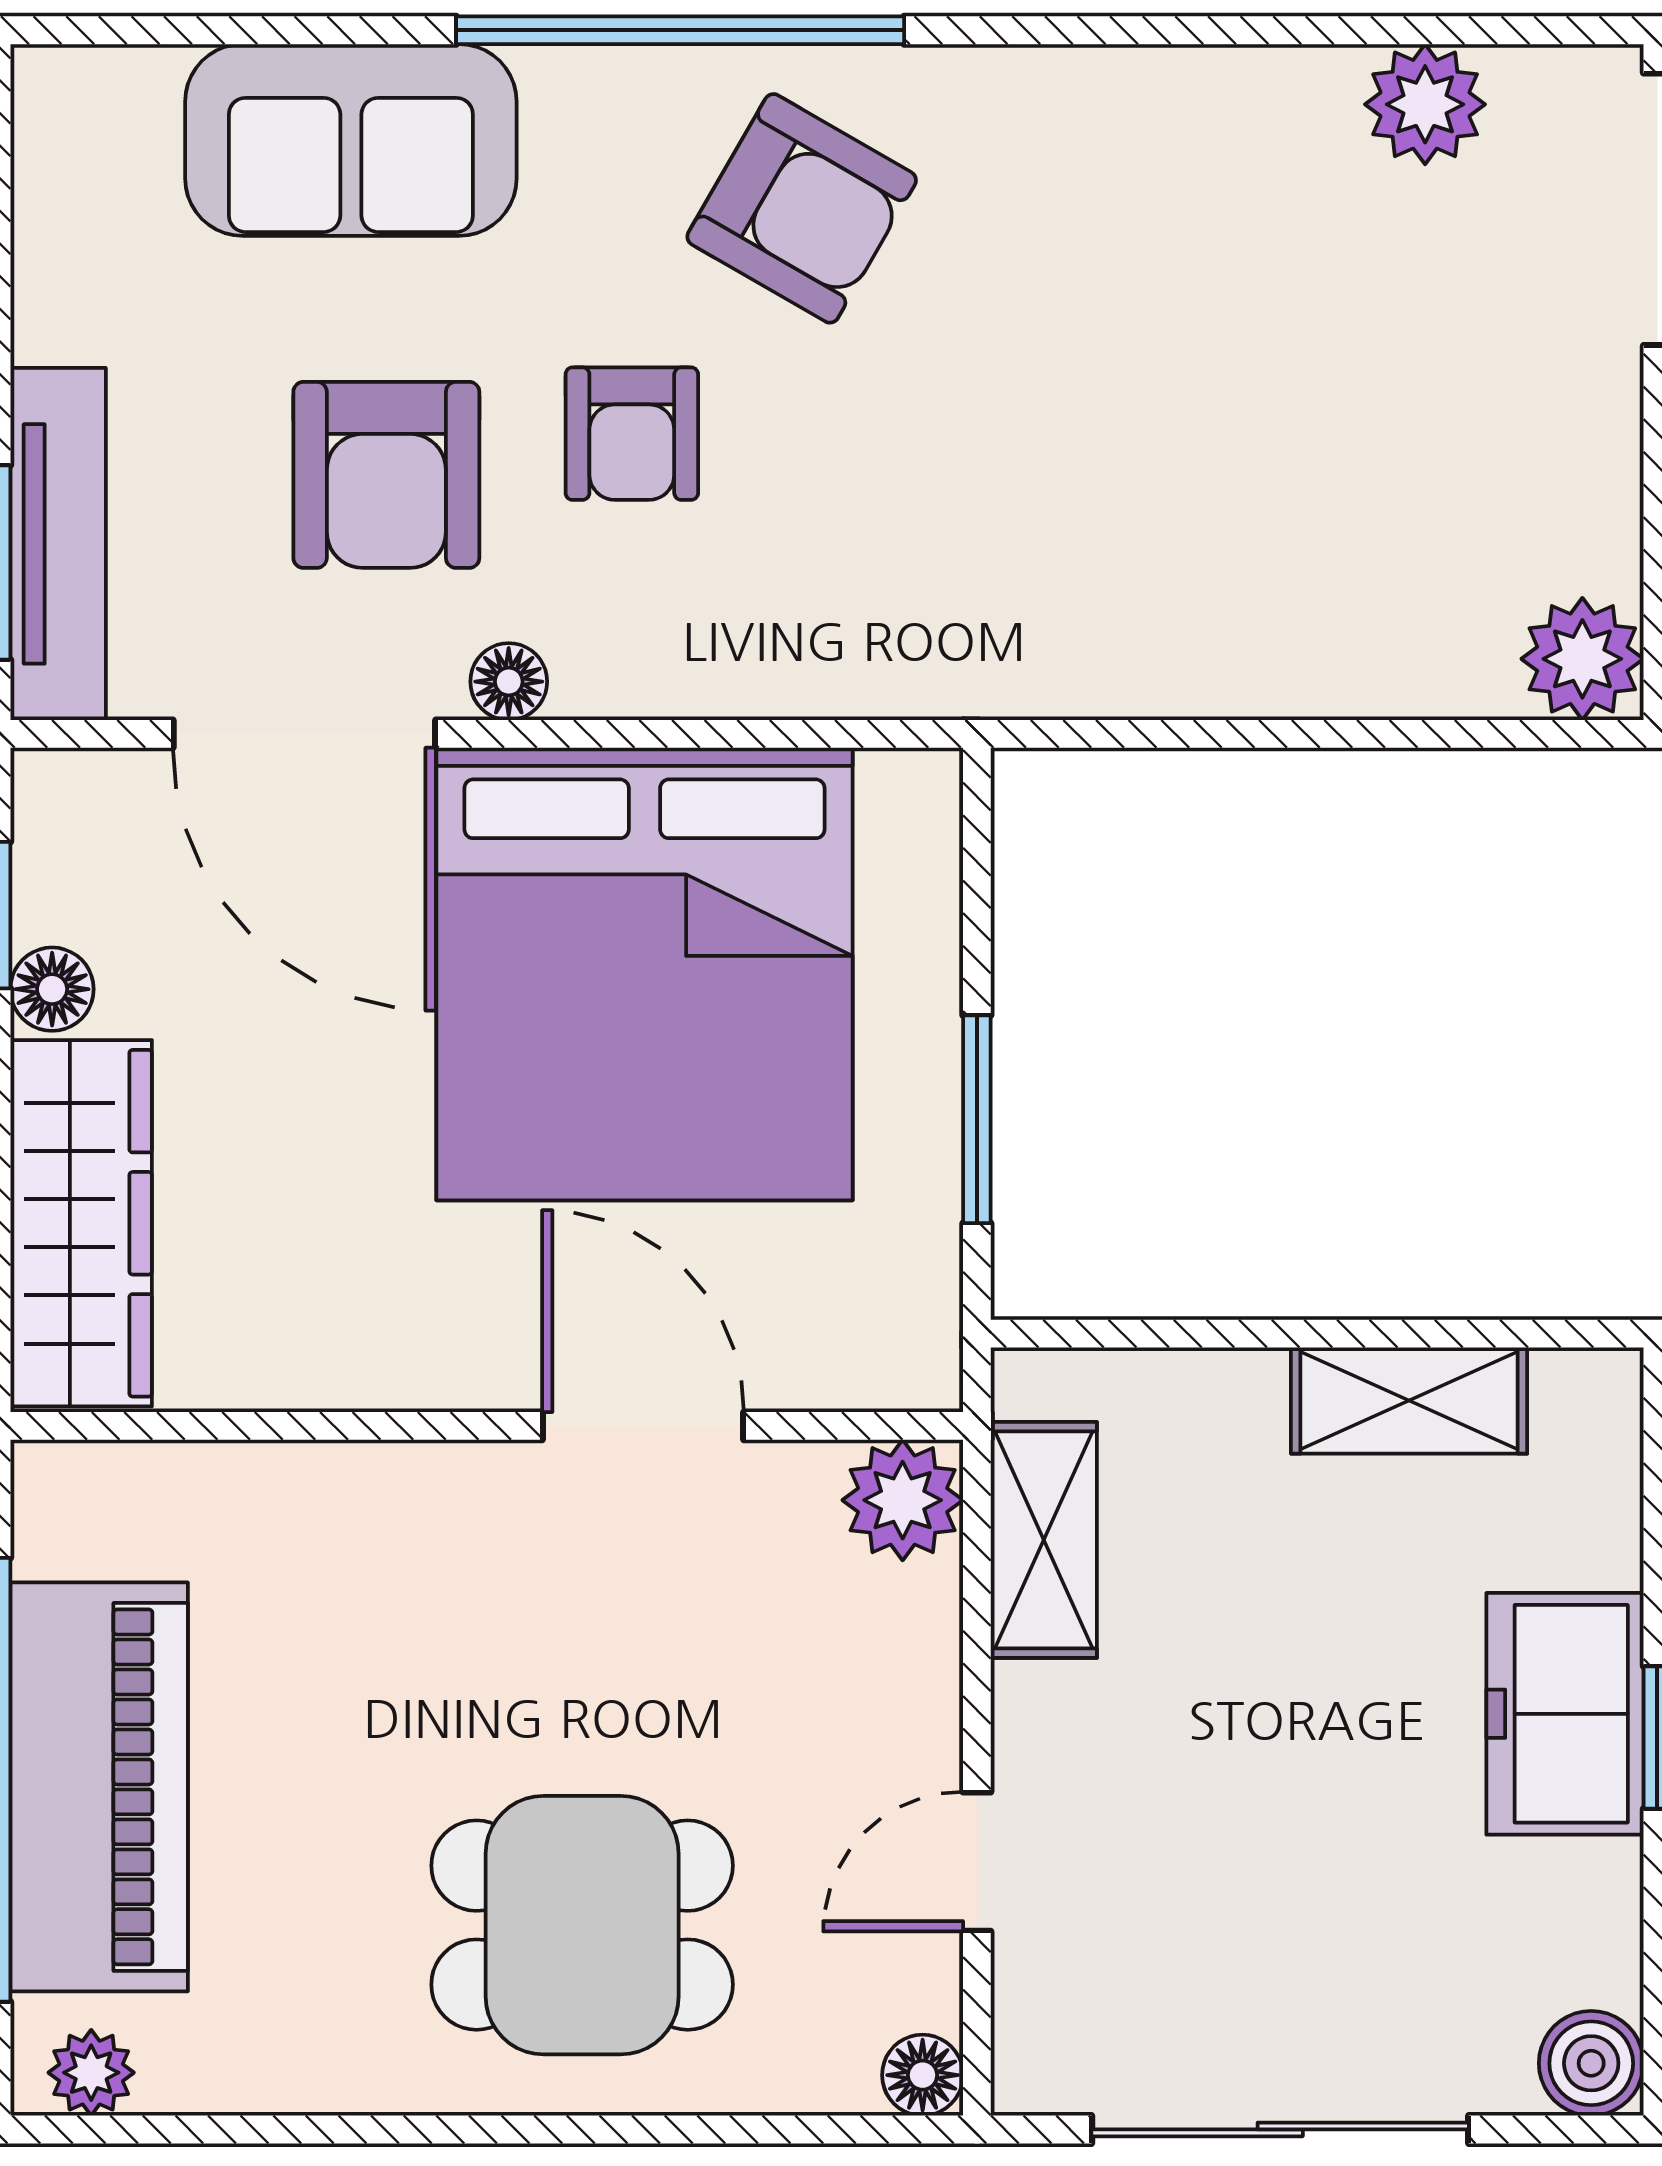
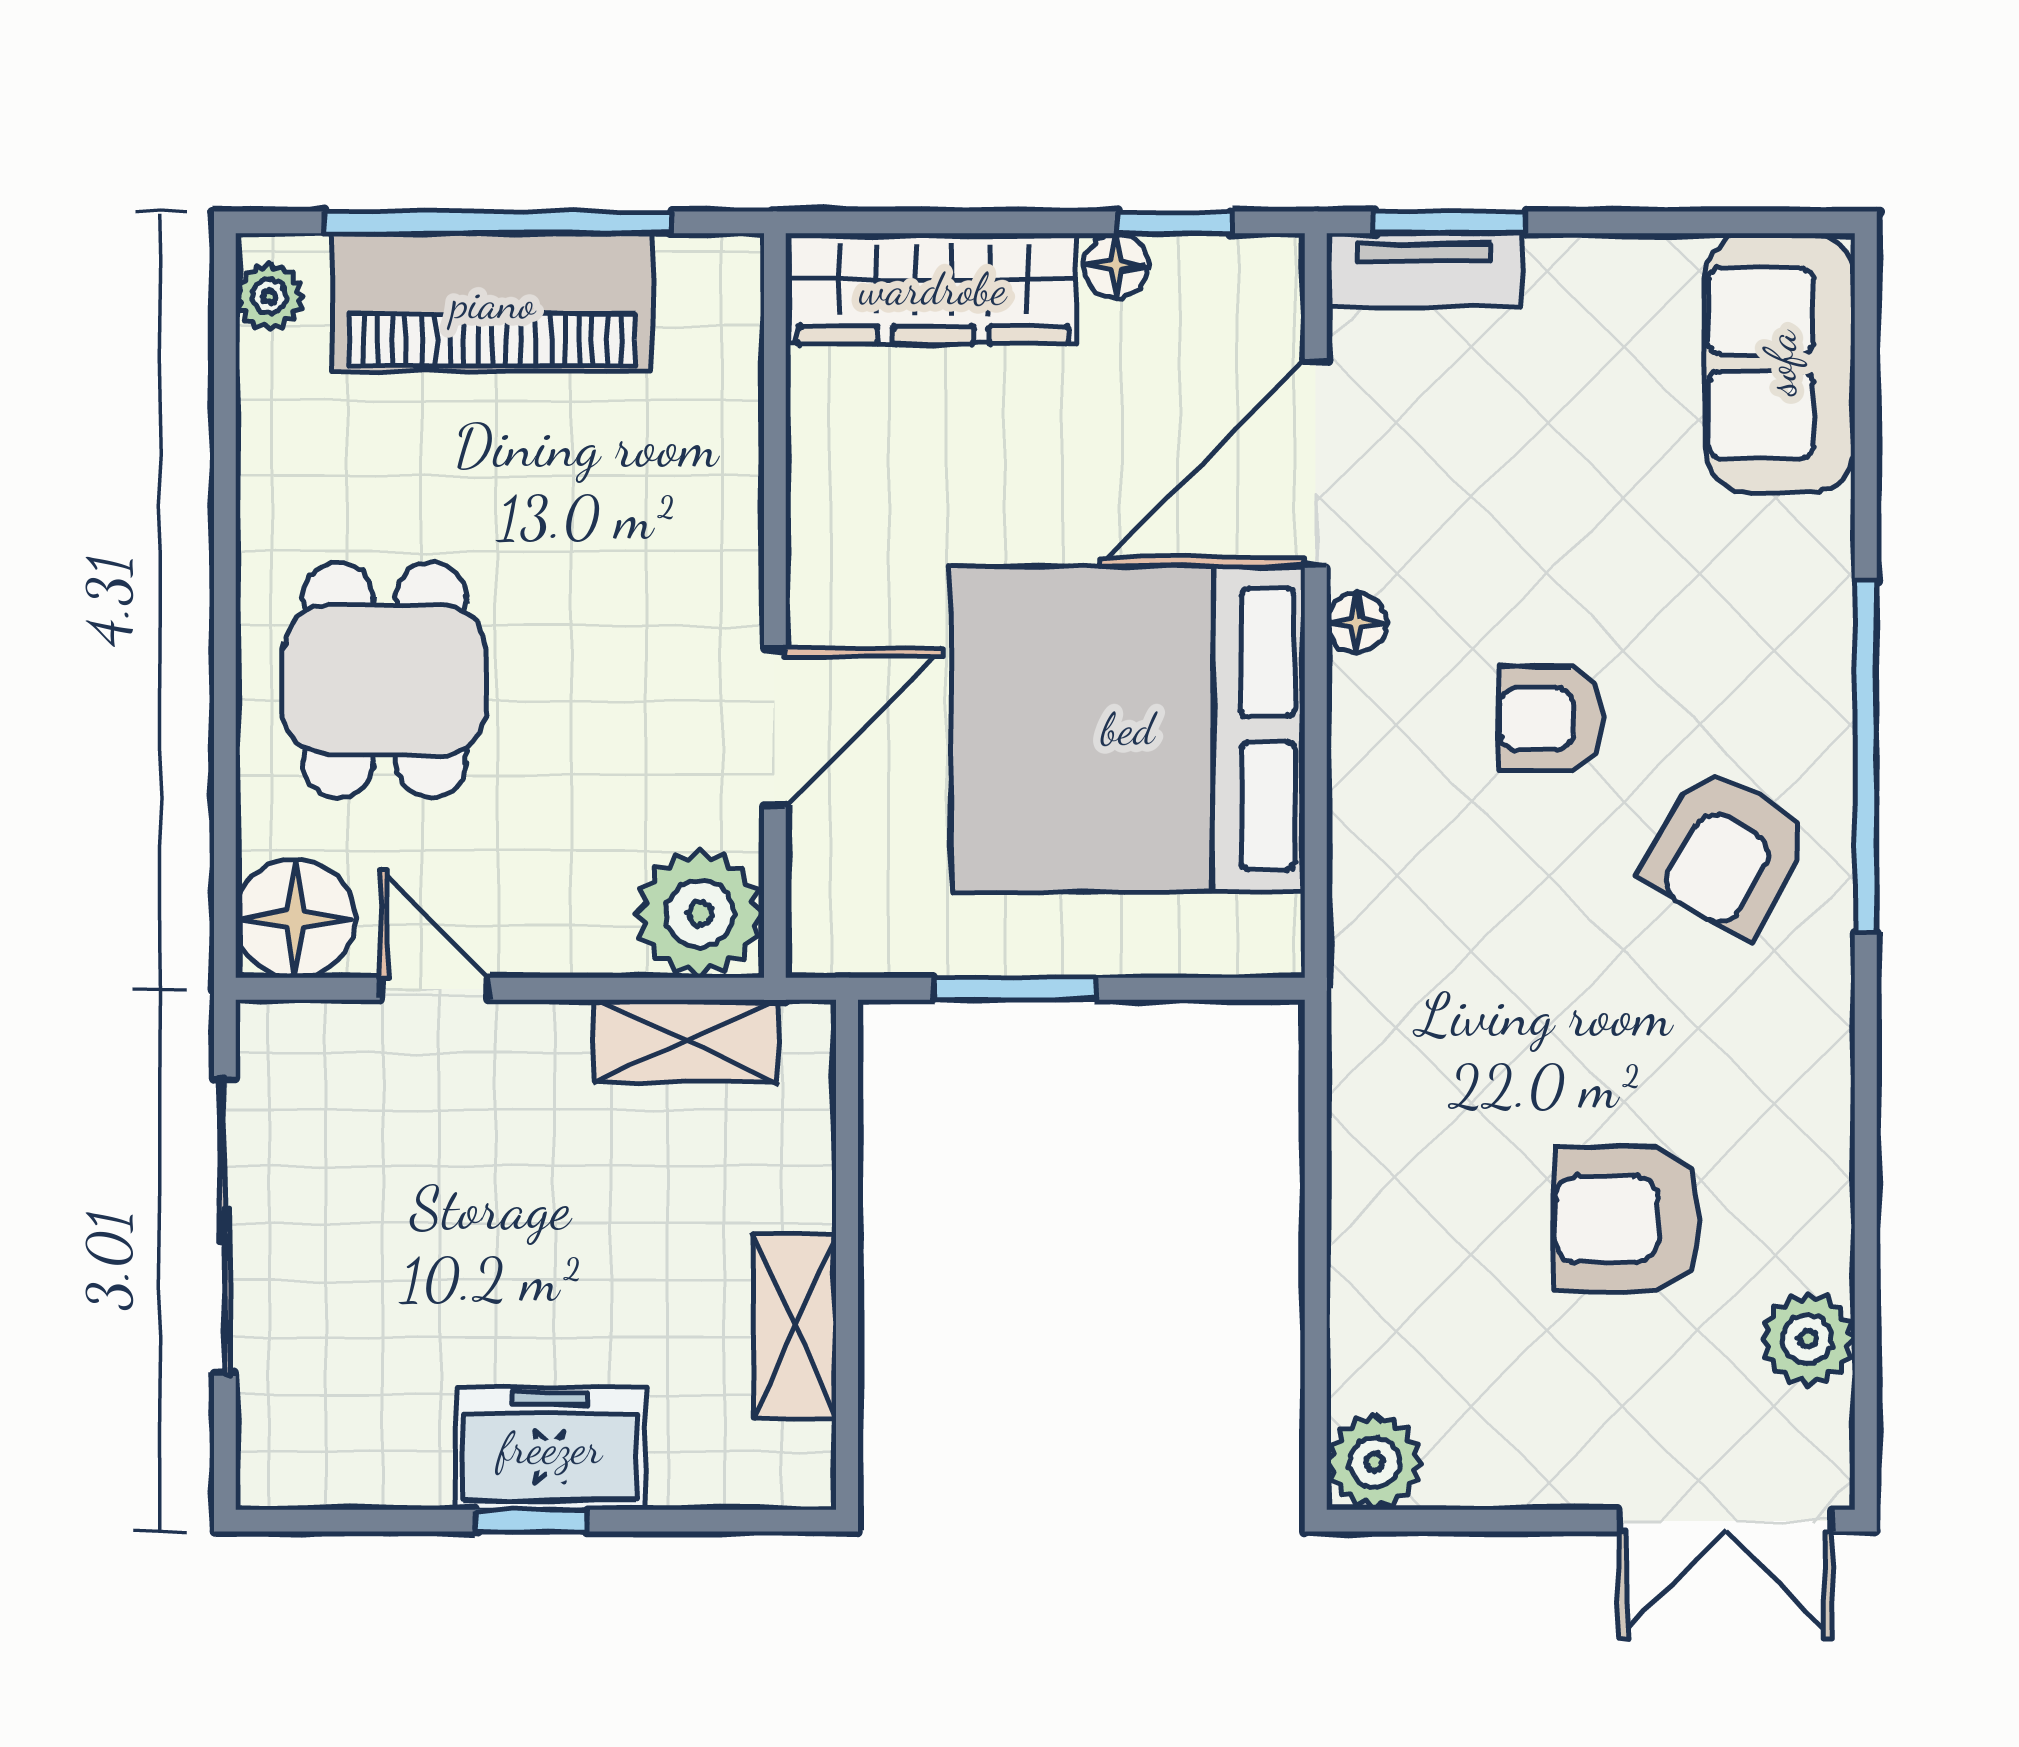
sofa: (351, 140) -> (1780, 363), moved
armchair: (386, 475) -> (1627, 1219), moved
tv unit: (58, 544) -> (1424, 270), width x0.71
plant: (903, 1500) -> (700, 914), width x1.36, depth x1.36
boiler: (1591, 2063) -> (277, 1469), removed
floor lamp: (923, 2075) -> (295, 918), width x1.89, depth x1.89

